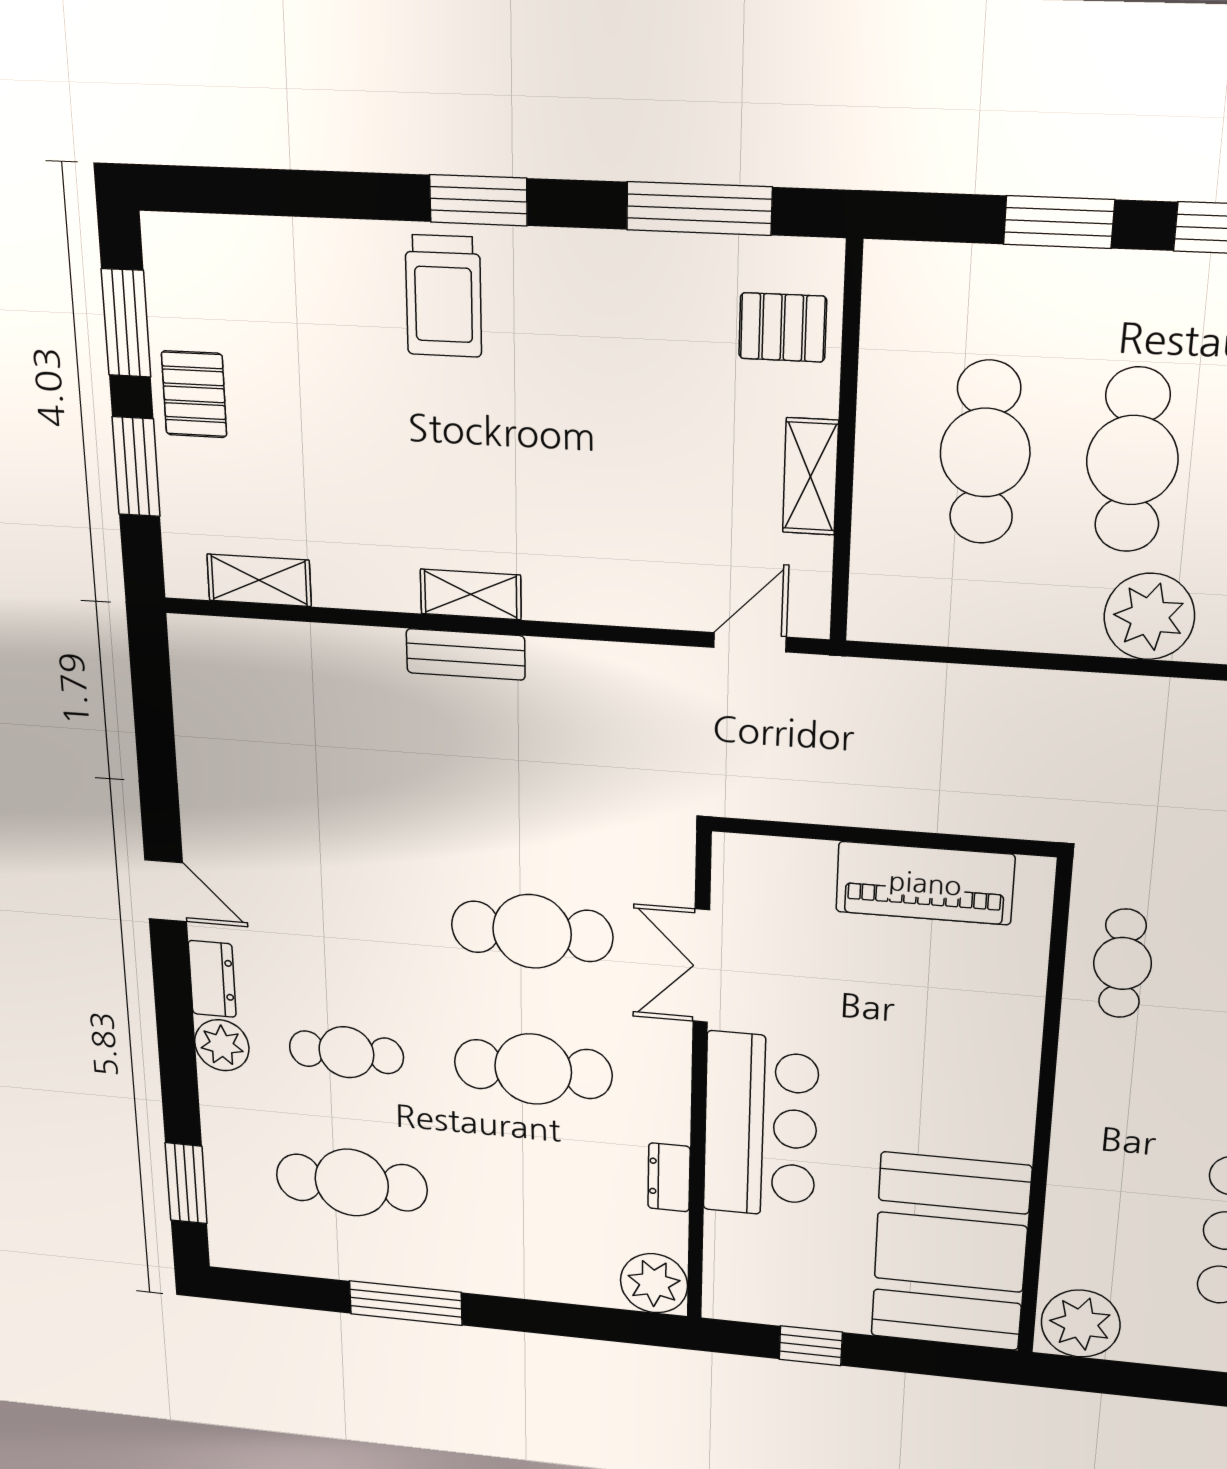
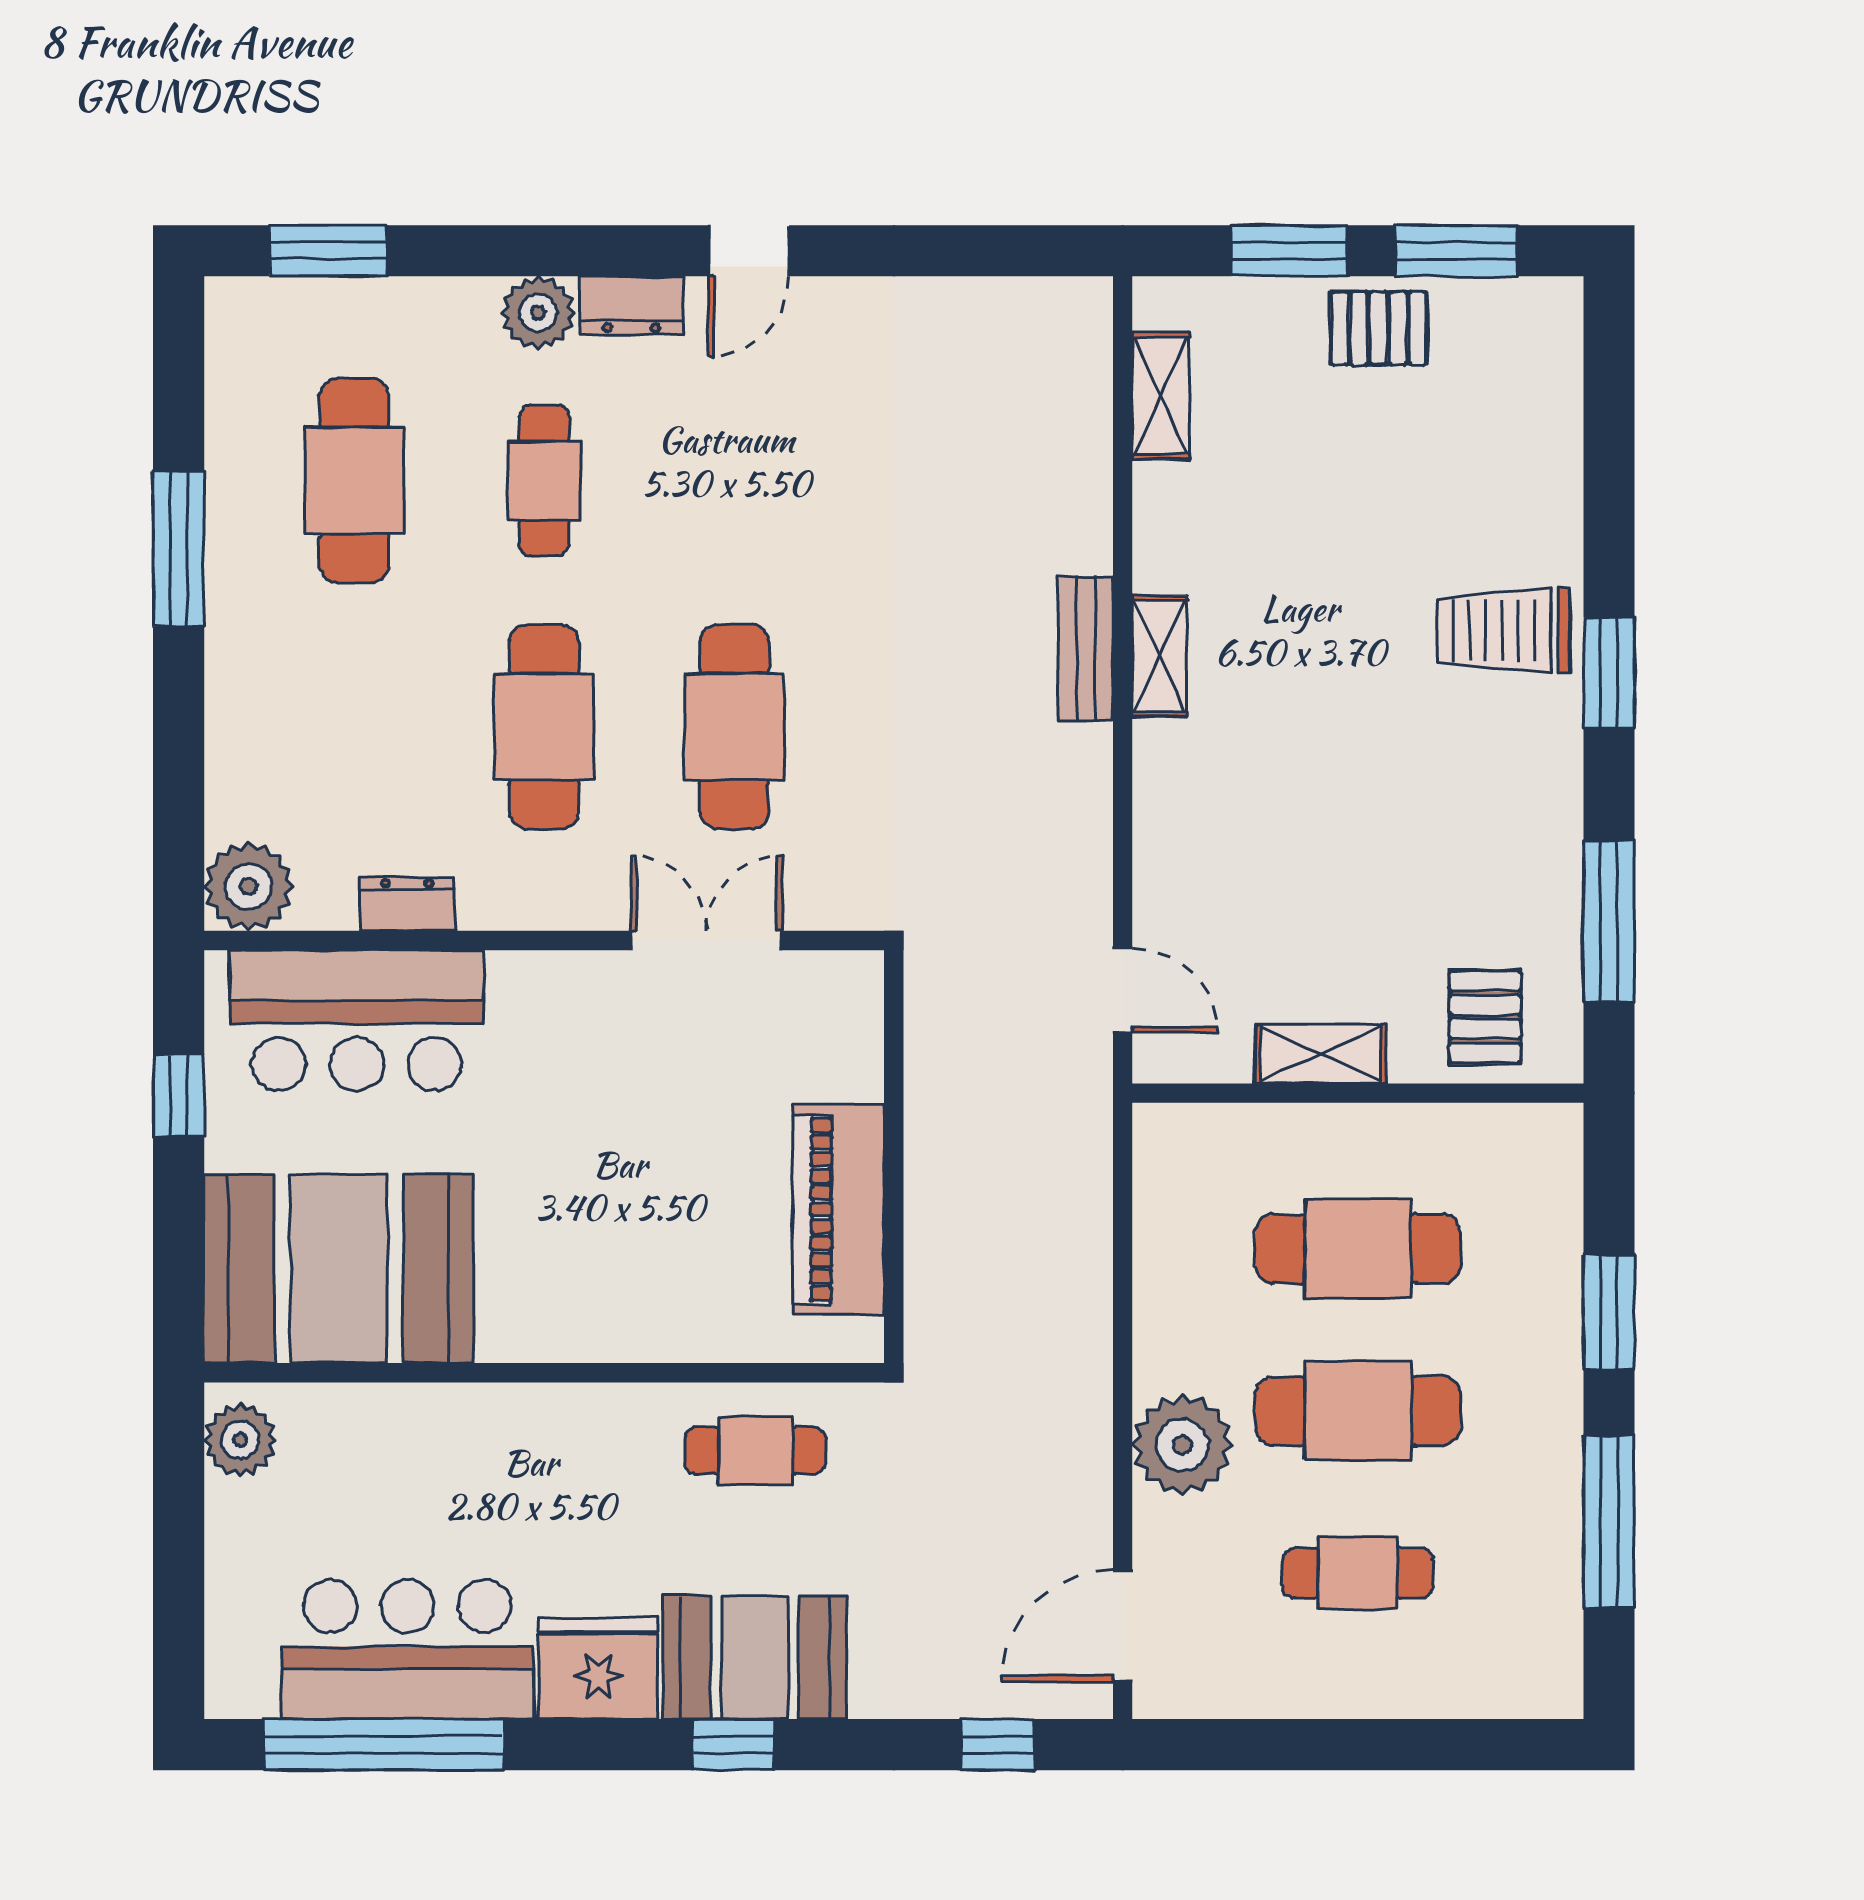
bar counter: (761, 1126) -> (357, 1021), moved
plant: (1081, 1324) -> (240, 1440), width x0.73, depth x0.73

